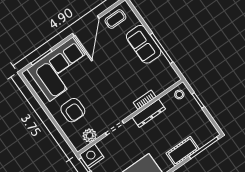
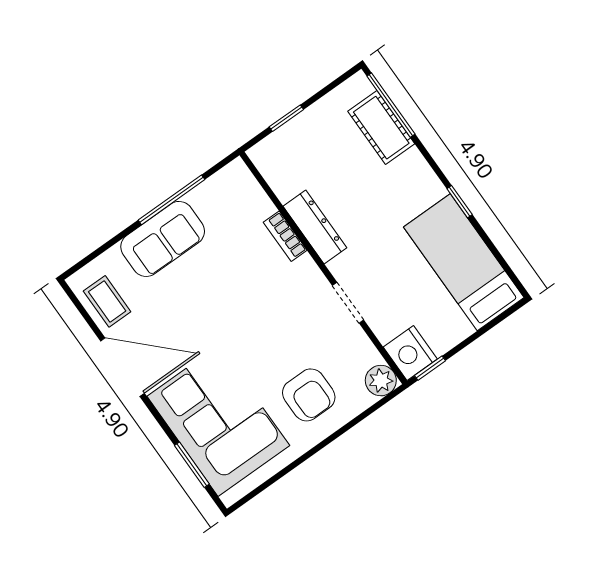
stool: (179, 94) -> (273, 160), removed
armchair: (73, 110) -> (309, 395), turned 90
plant: (90, 135) -> (381, 381), moved
cot: (183, 151) -> (381, 128), moved

